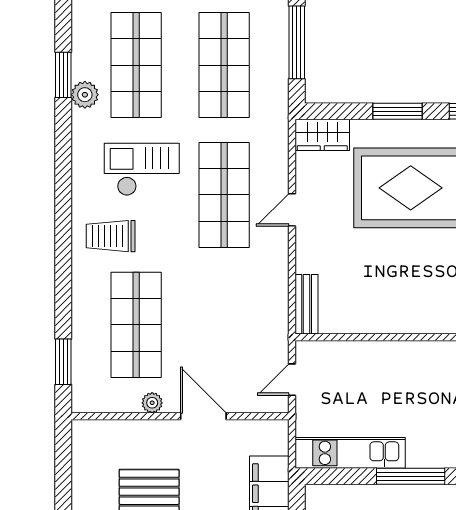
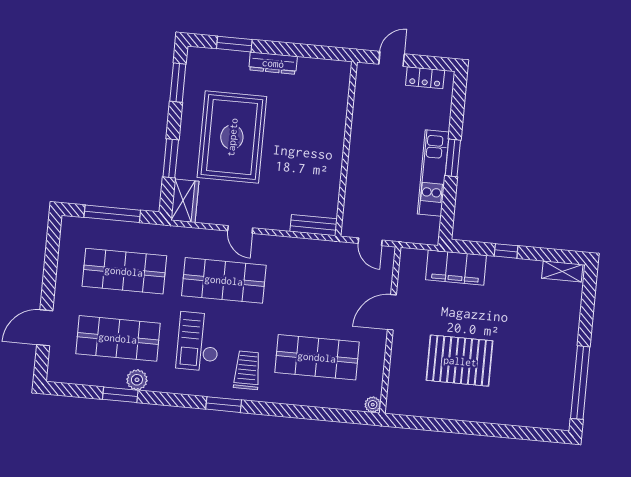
window: (397, 111) -> (171, 158), moved
trolley: (111, 236) -> (247, 370), turned 180
window: (63, 362) -> (224, 405), moved
plant: (152, 403) -> (373, 405), moved
kitchen unit: (350, 453) -> (433, 173), moved
window: (411, 476) -> (453, 158), width x0.69

